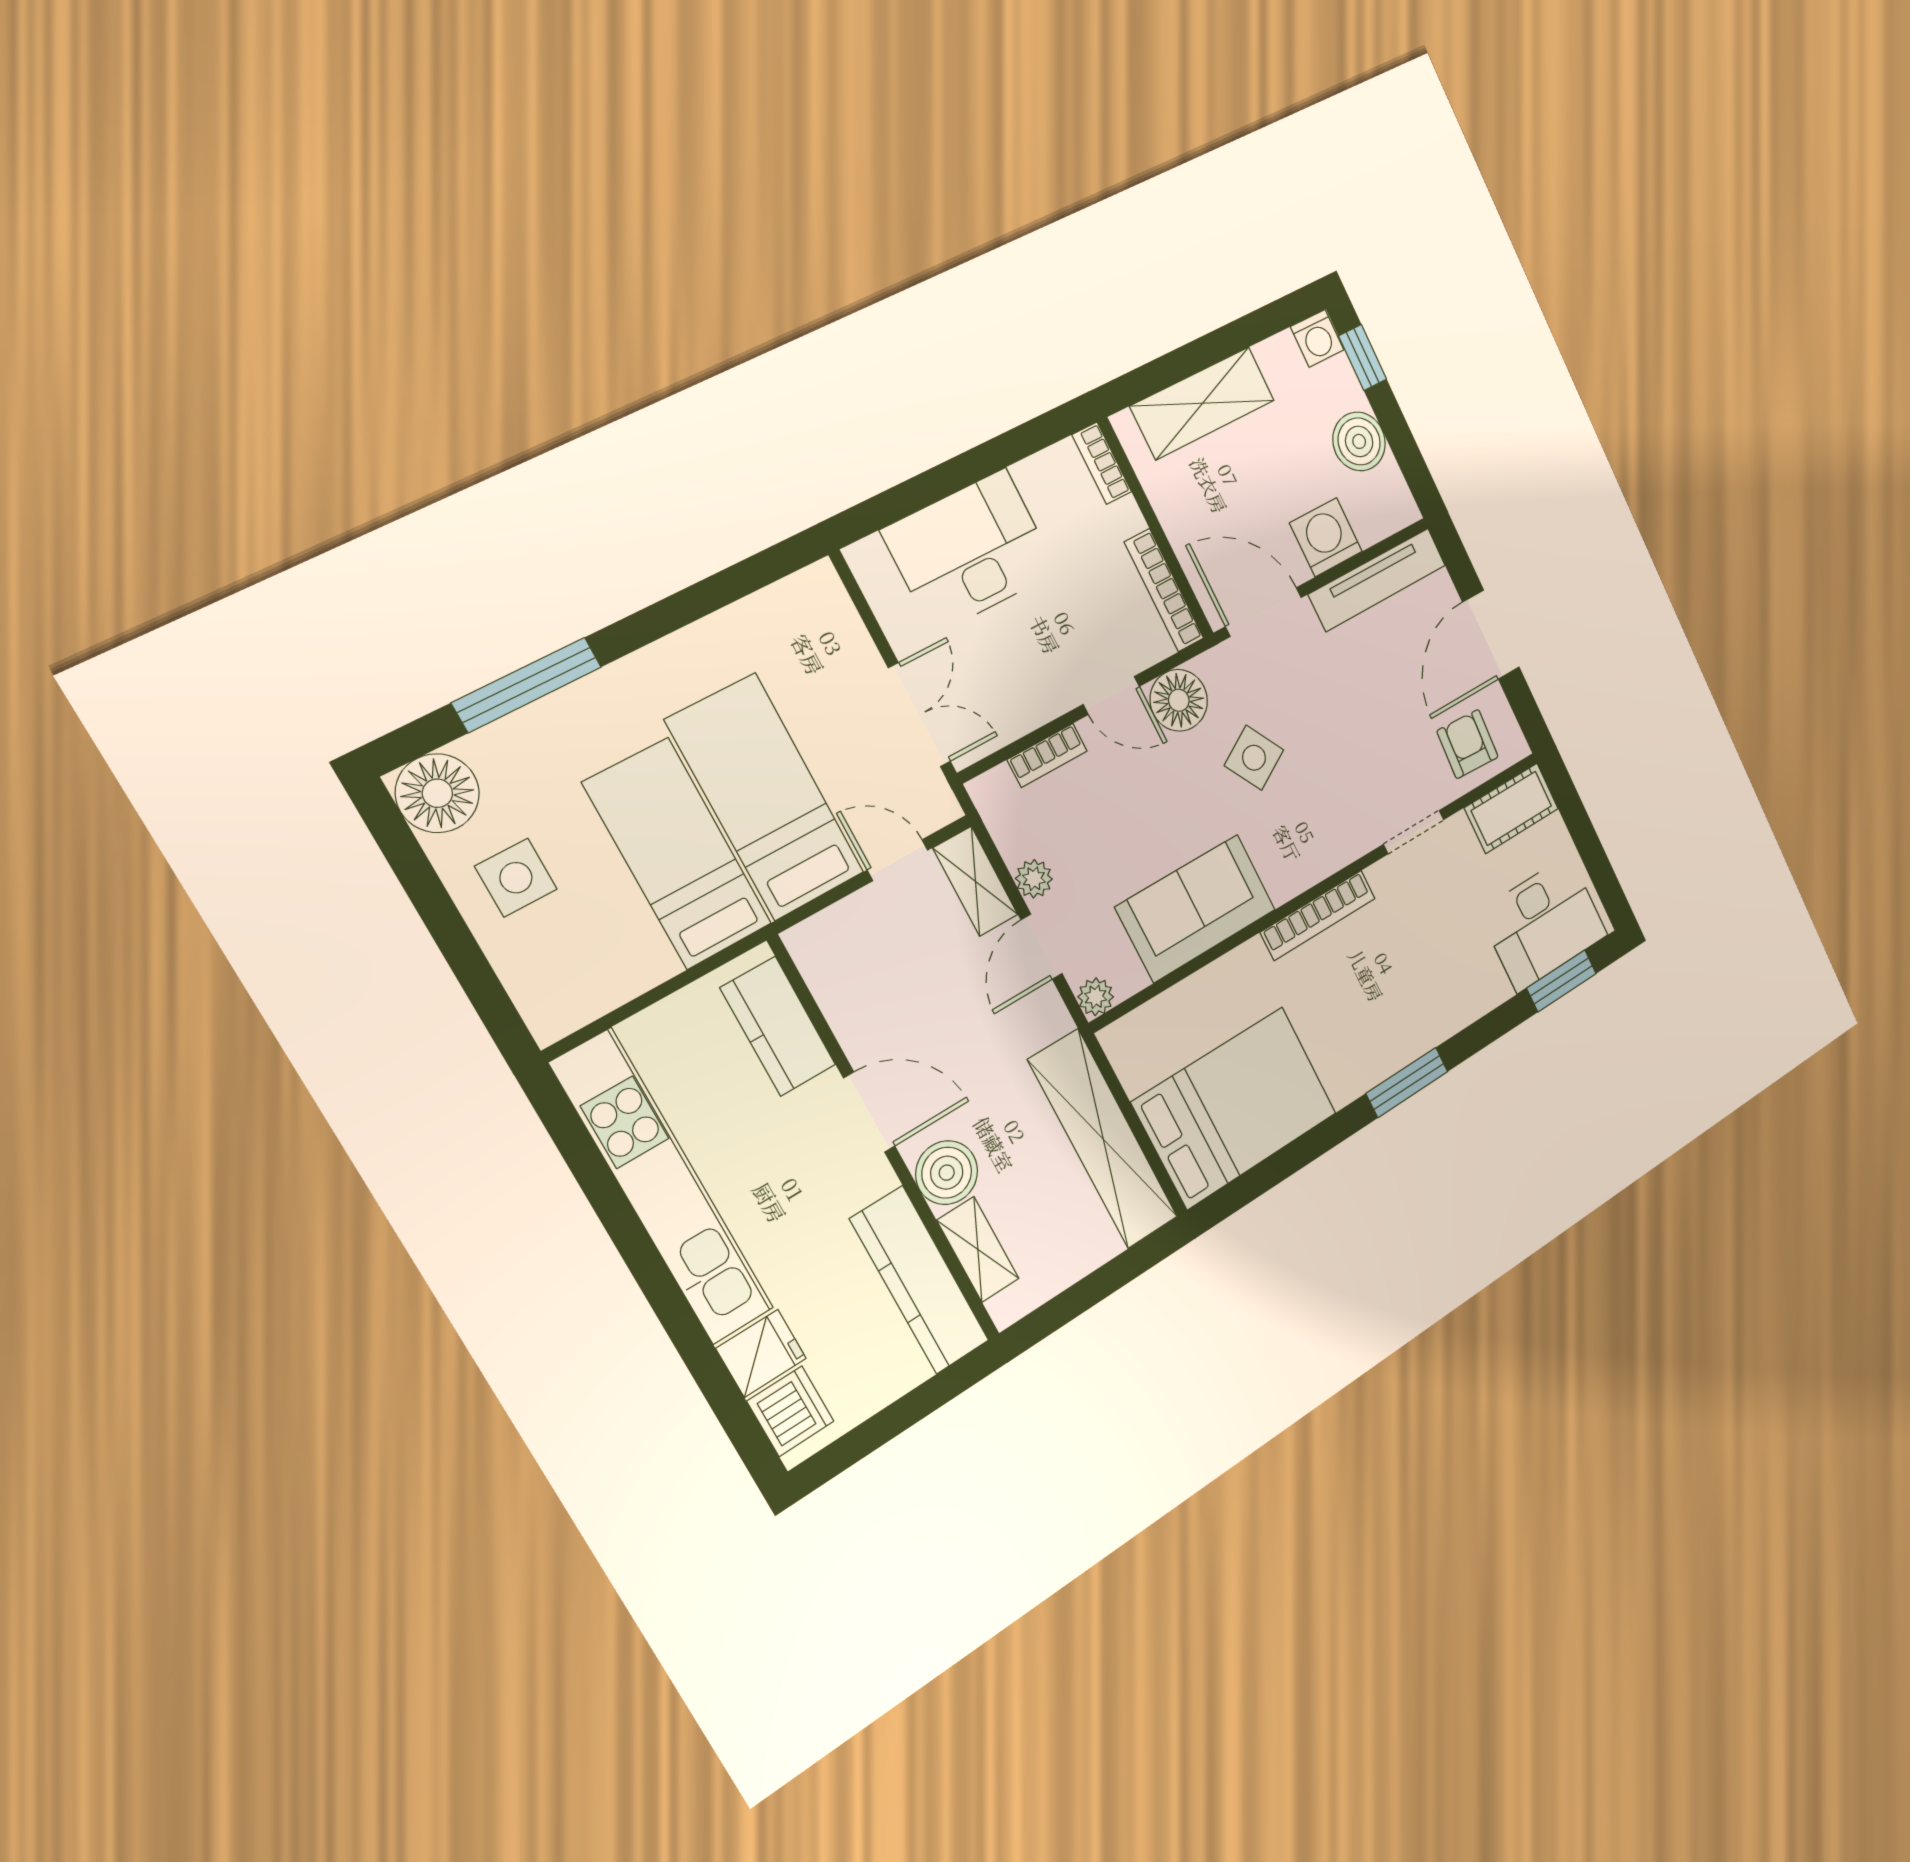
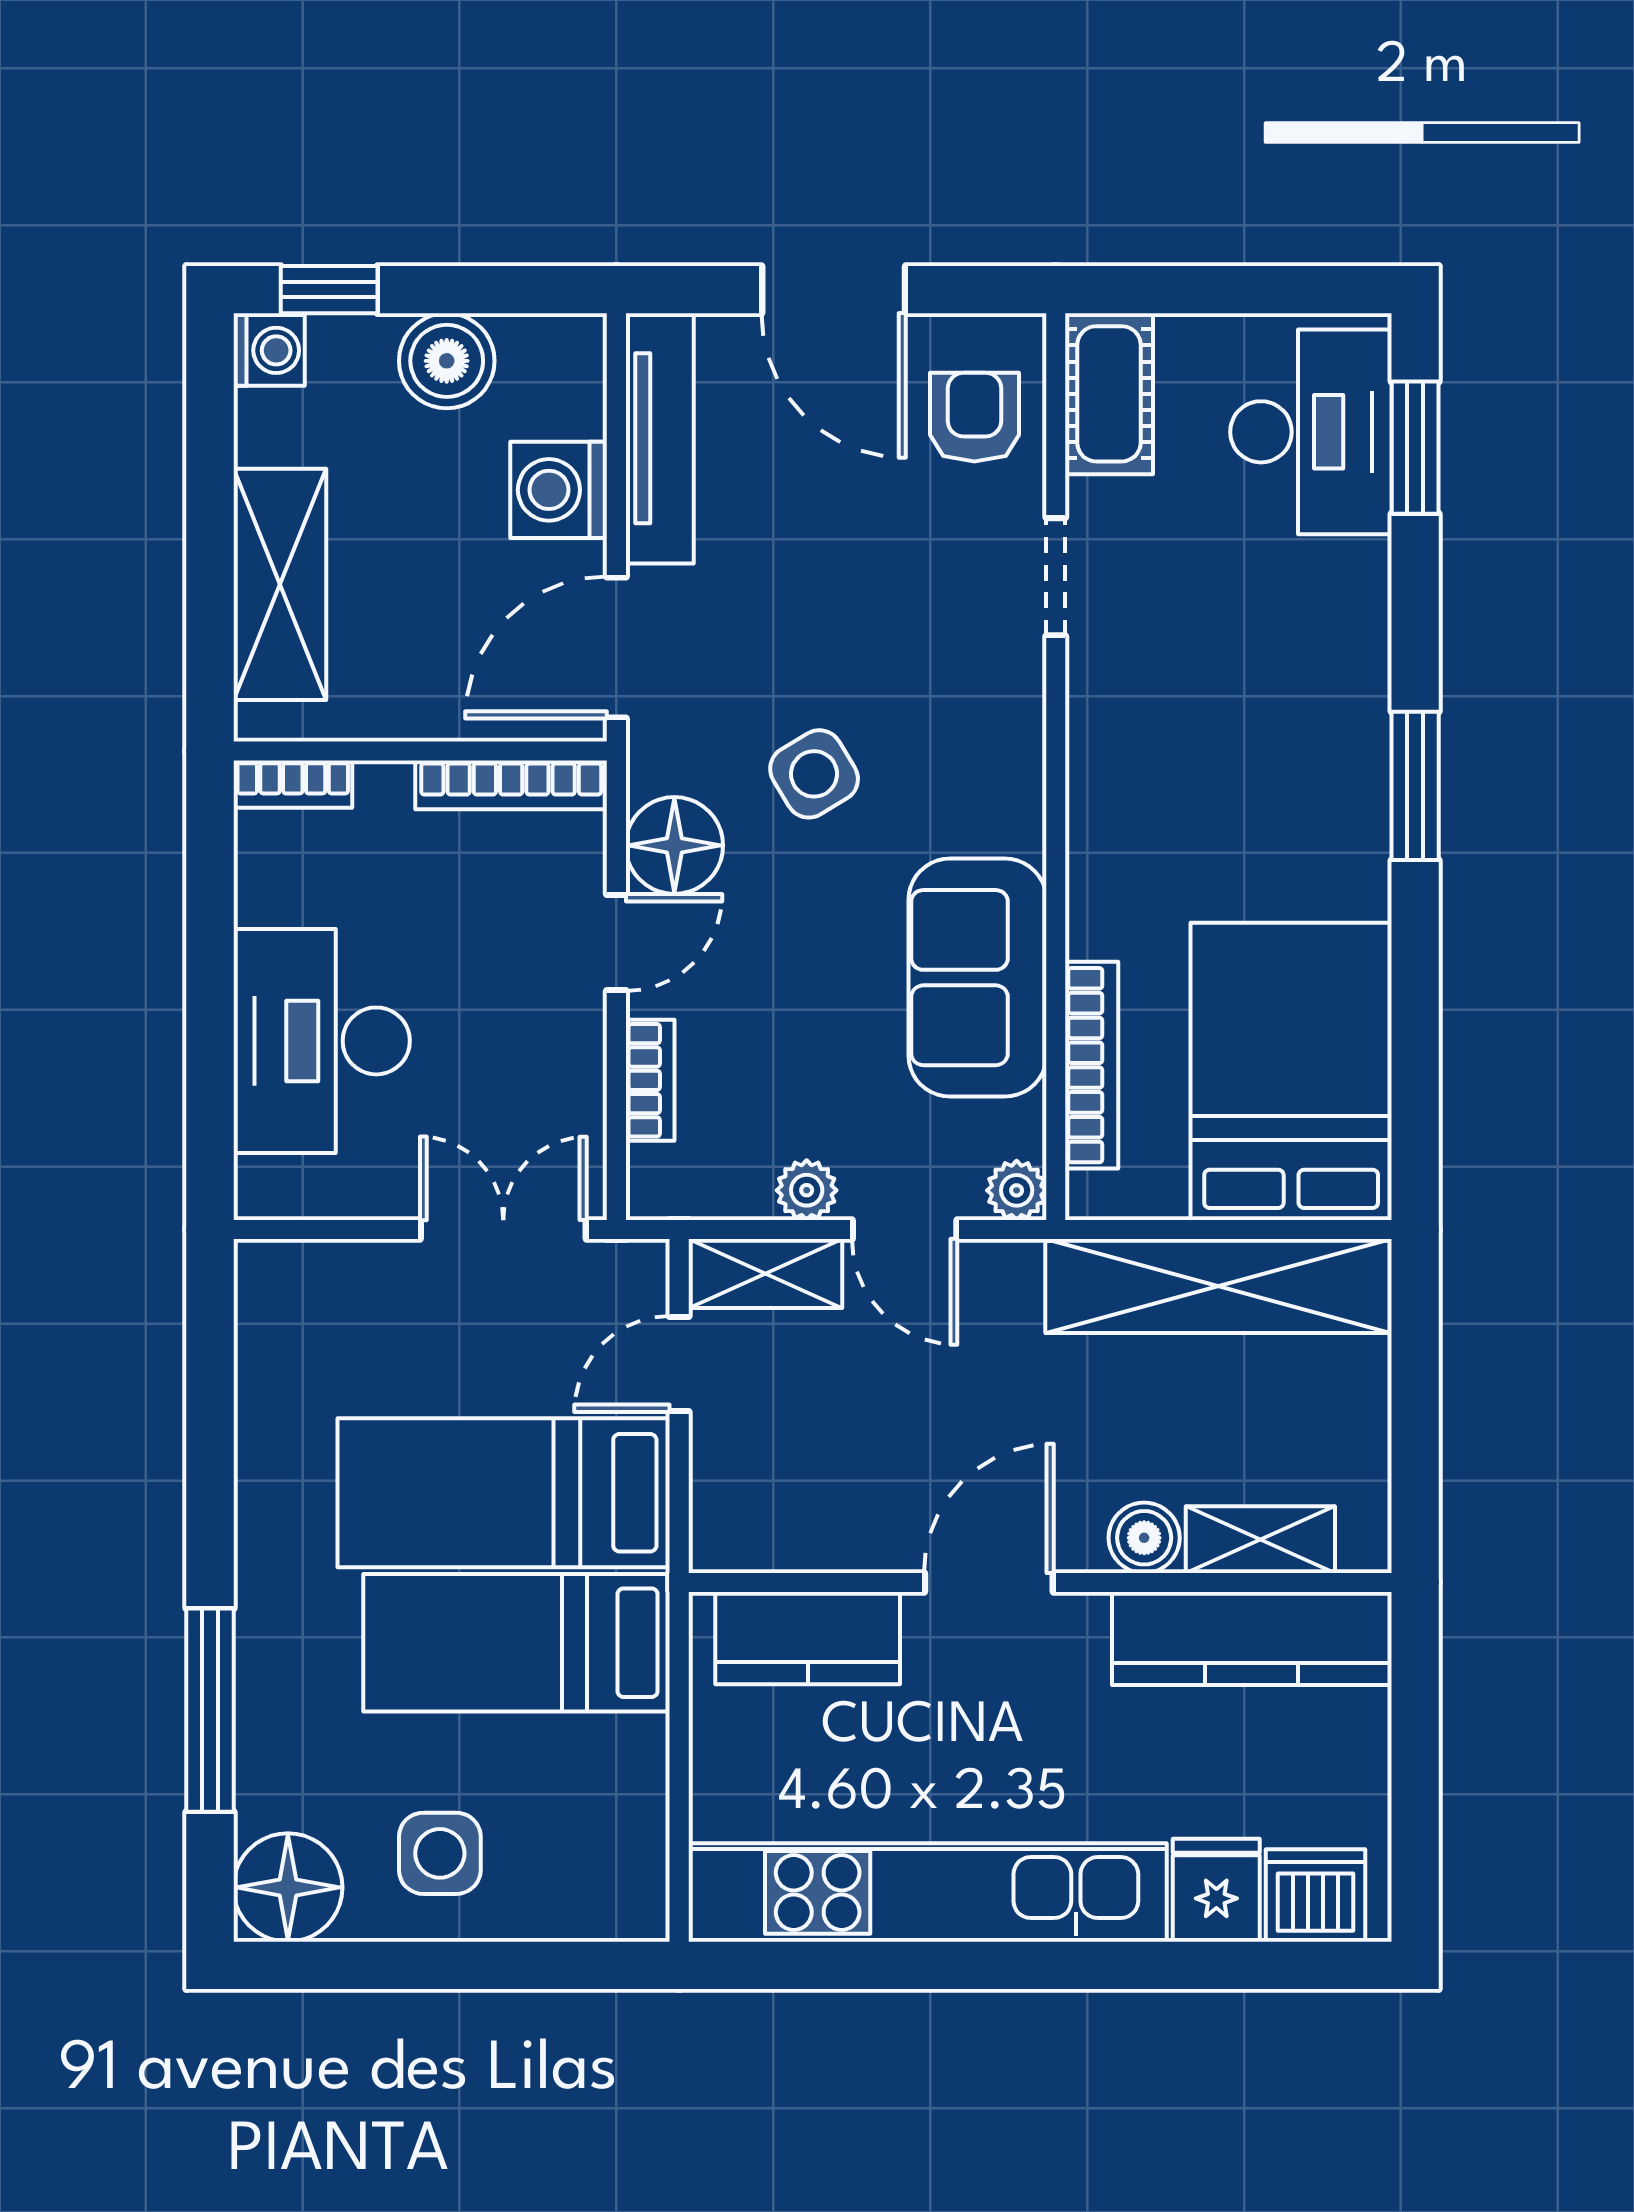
armchair: (1468, 744) -> (974, 417), turned 87
bookcase: (1318, 915) -> (1092, 1065), moved
boiler: (947, 1173) -> (1144, 1538), width x0.73, depth x0.73

